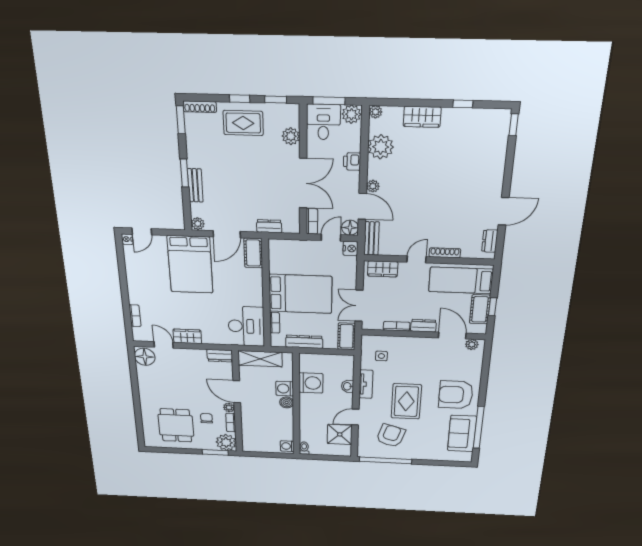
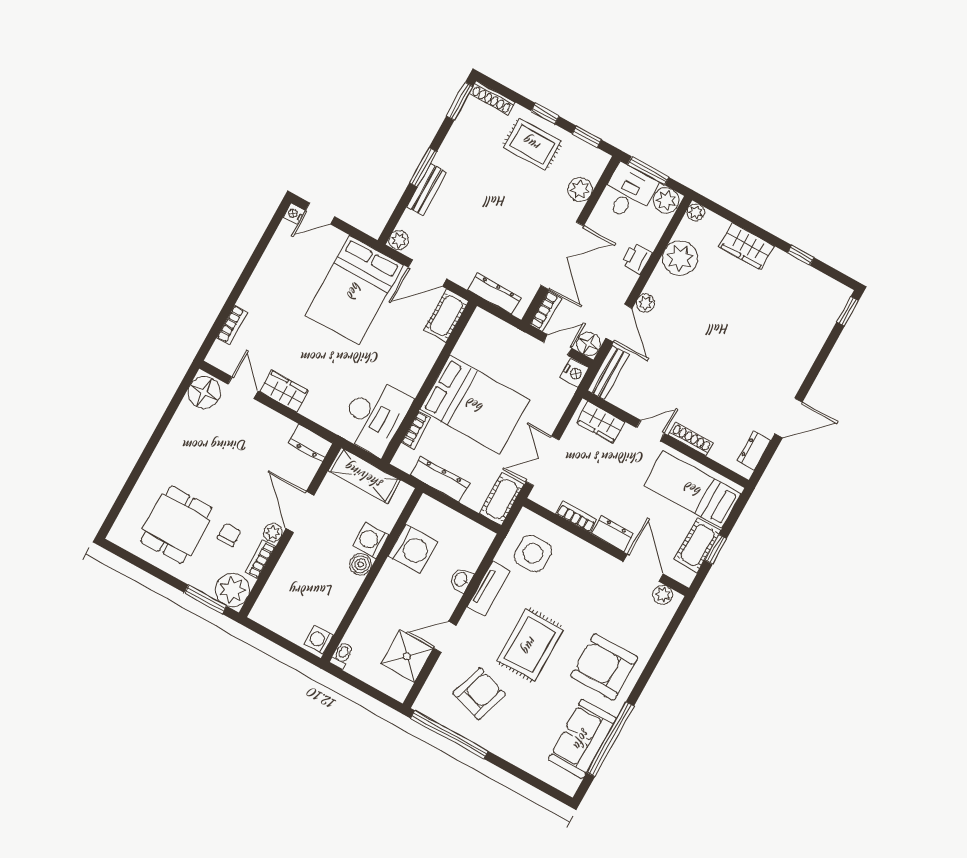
dresser: (269, 226) -> (495, 294), width x1.44
side table: (381, 356) -> (533, 553), width x1.87, depth x1.87

